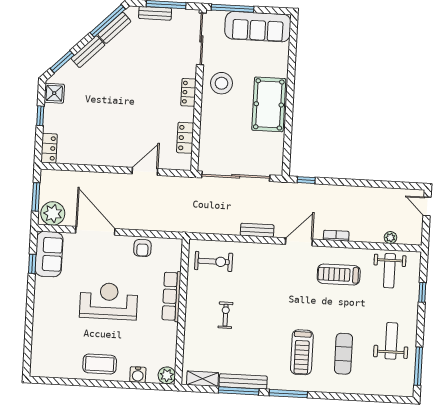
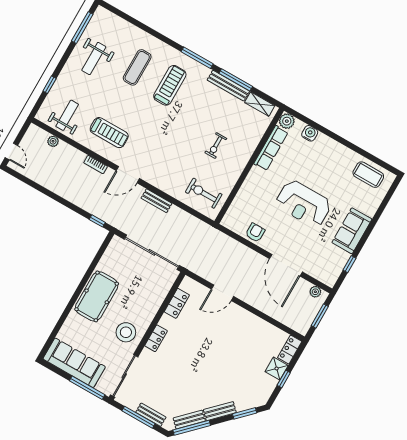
shower: (54, 93) -> (277, 368), moved
plant: (53, 213) -> (315, 292), width x0.53, depth x0.53
sofa: (49, 254) -> (352, 231), moved
row of seats: (172, 296) -> (271, 148), moved
coffee table: (100, 364) -> (368, 175), moved

